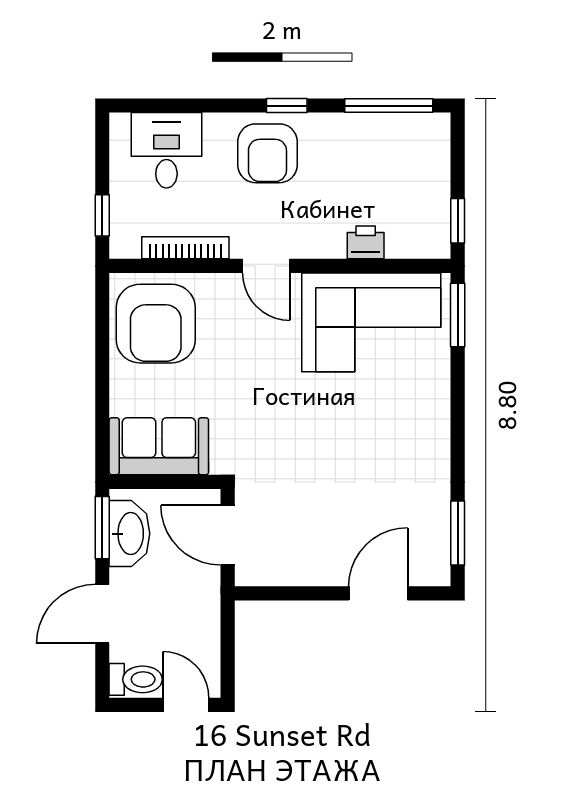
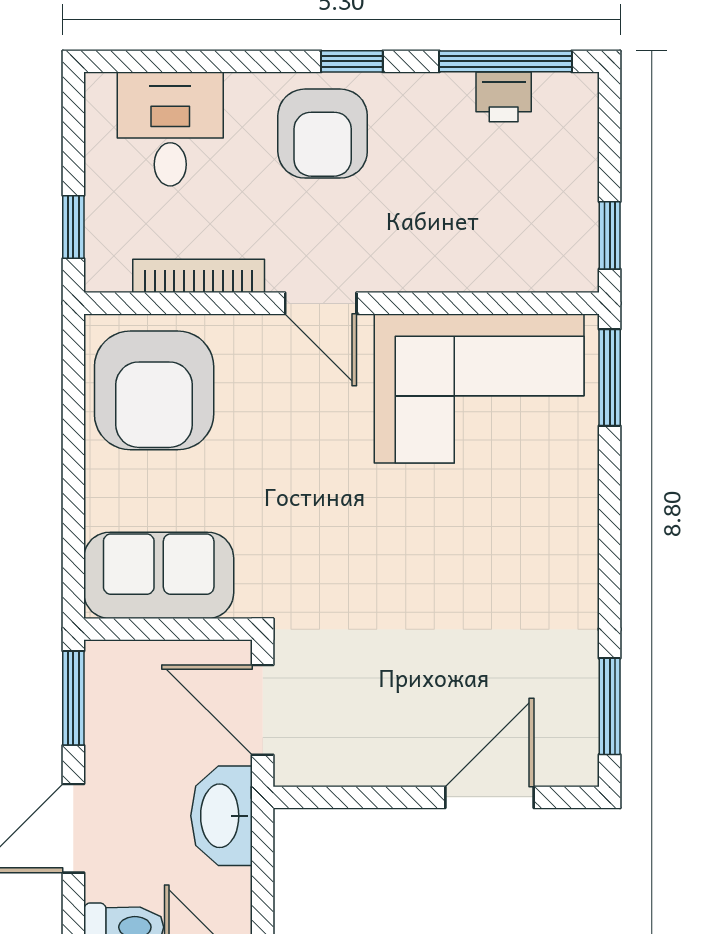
printer: (366, 242) -> (504, 97), moved, turned 180
washbasin: (129, 534) -> (222, 816), moved, turned 180

